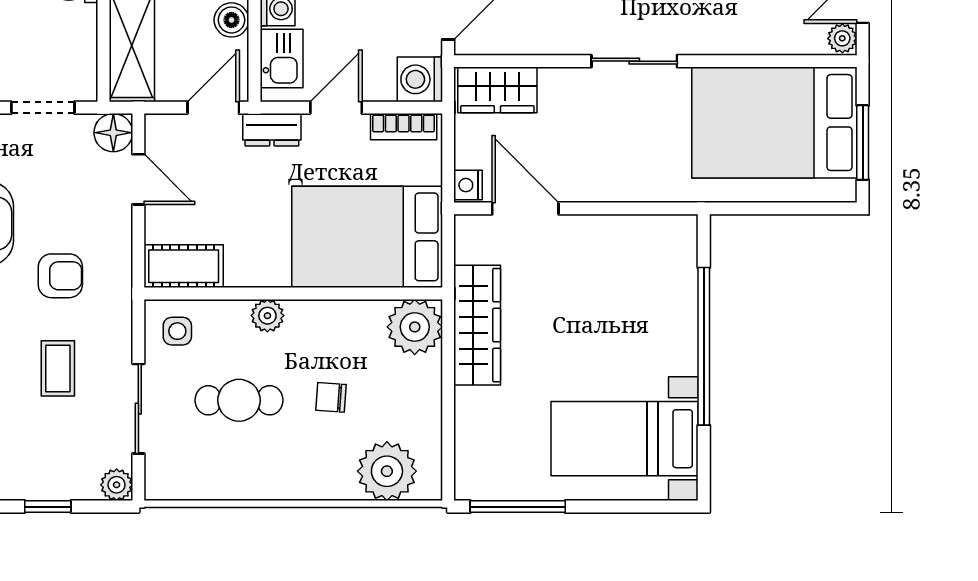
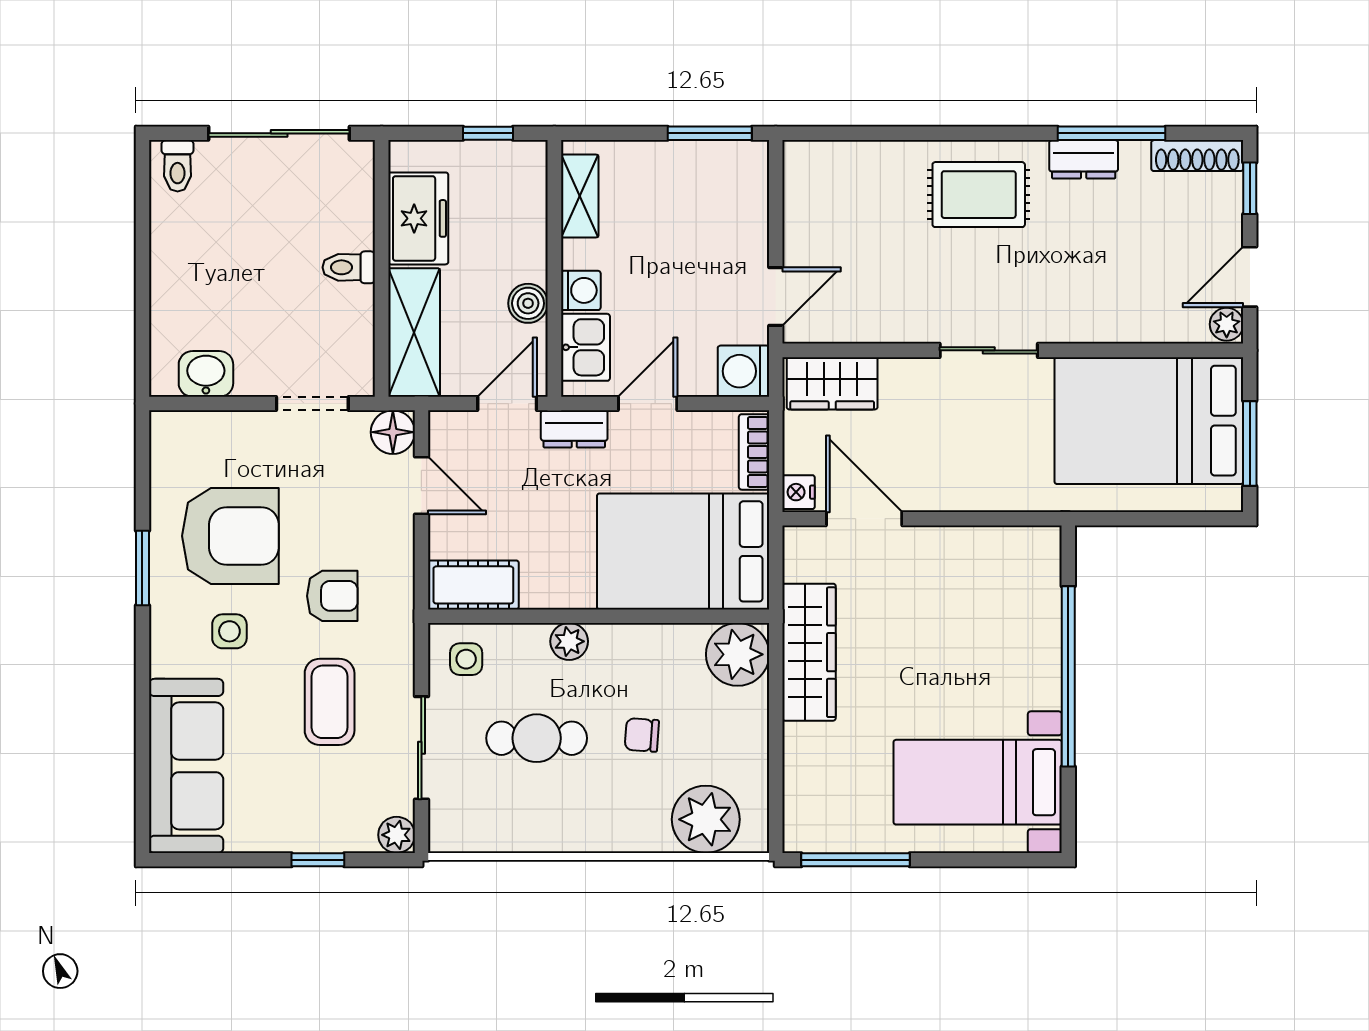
bookcase: (404, 127) -> (754, 452), moved, turned 90
coffee table: (58, 368) -> (330, 702), width x1.36, depth x1.30

